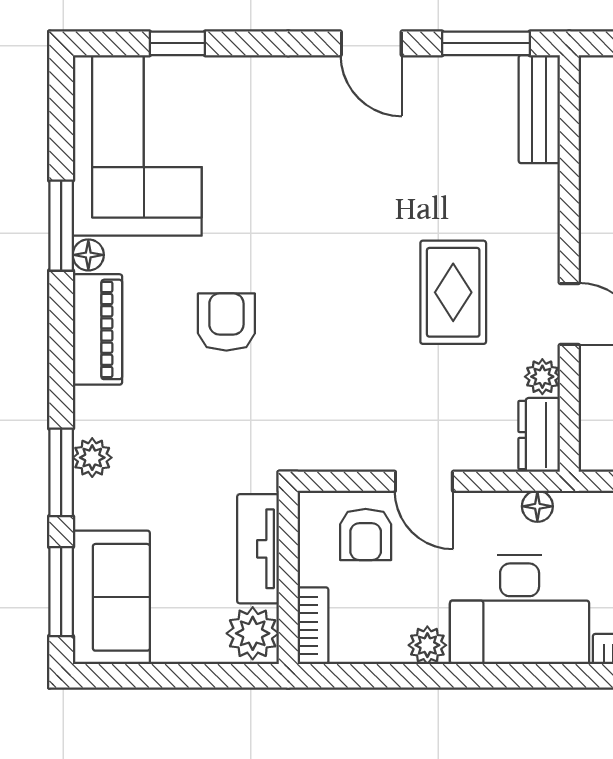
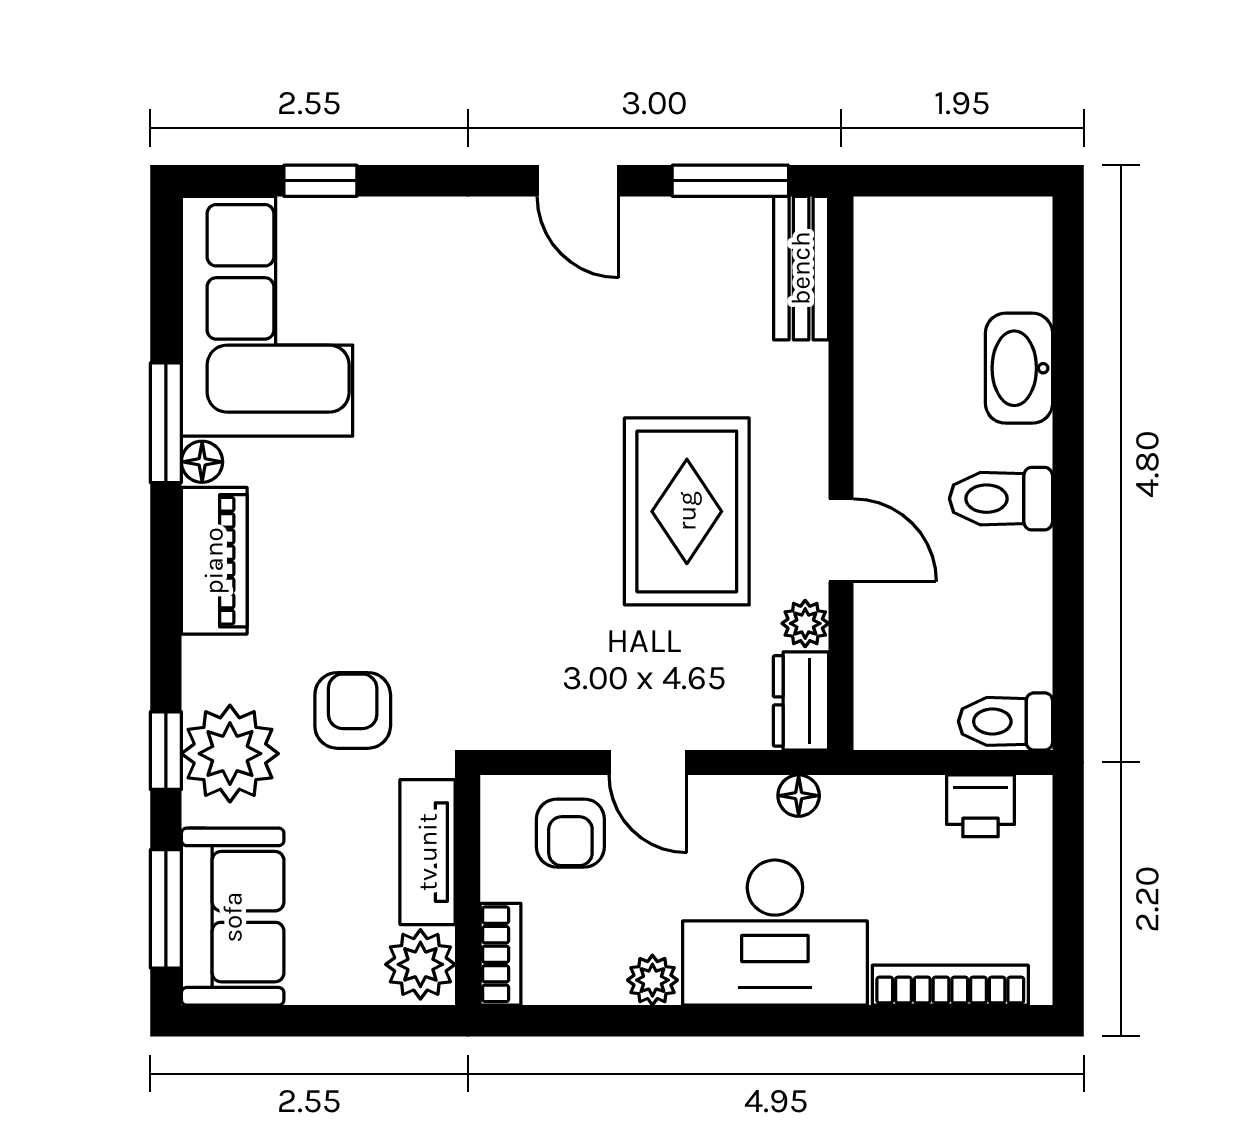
rug: (453, 292) -> (687, 511), width x1.36, depth x1.43
armchair: (226, 322) -> (353, 710), moved
plant: (92, 458) -> (230, 754), width x1.87, depth x1.87
window: (61, 472) -> (166, 751), width x0.67

